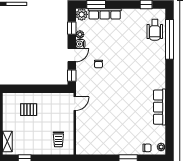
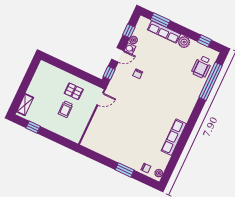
plant: (82, 14) -> (184, 42), moved
pallet: (29, 110) -> (74, 91), moved
trolley: (58, 139) -> (66, 109), moved

